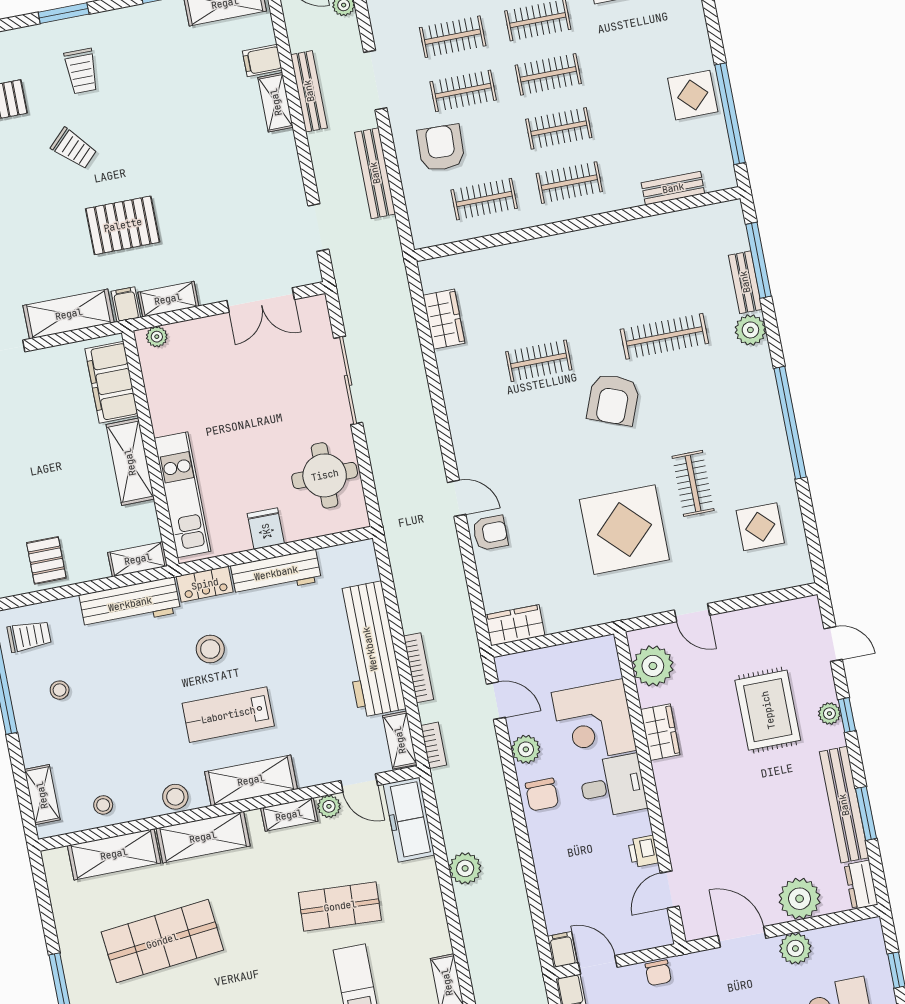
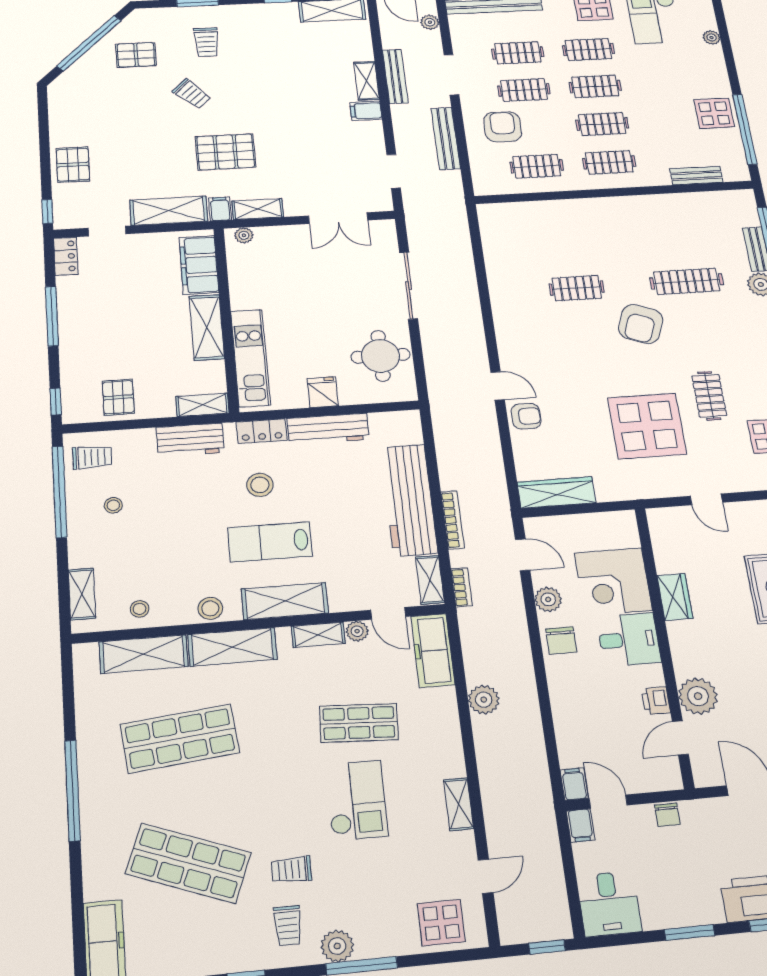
filing cabinet: (262, 61) -> (366, 111), moved
wardrobe: (444, 319) -> (496, 249), removed
workbench: (130, 604) -> (190, 440), width x0.73
wardrobe: (515, 625) -> (556, 492), width x1.50
plant: (653, 666) -> (698, 696), moved

